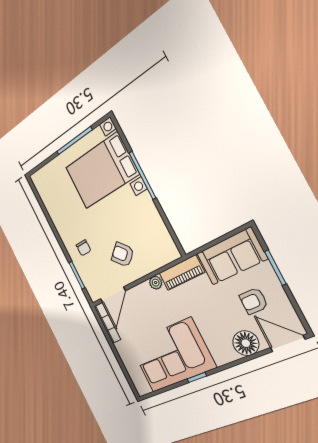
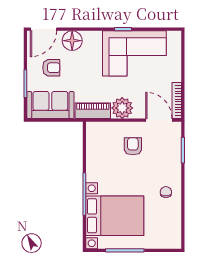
chair: (83, 248) -> (166, 192), moved
armchair: (123, 255) -> (133, 146), turned -138
plant: (156, 283) -> (122, 108), width x1.88, depth x1.88
door: (113, 295) -> (159, 120), hinge flipped
door: (288, 344) -> (43, 29), hinge flipped

